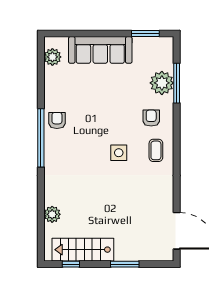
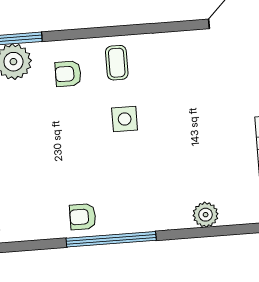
coffee table: (156, 150) -> (117, 63), turned 90
plant: (52, 214) -> (206, 215), moved

